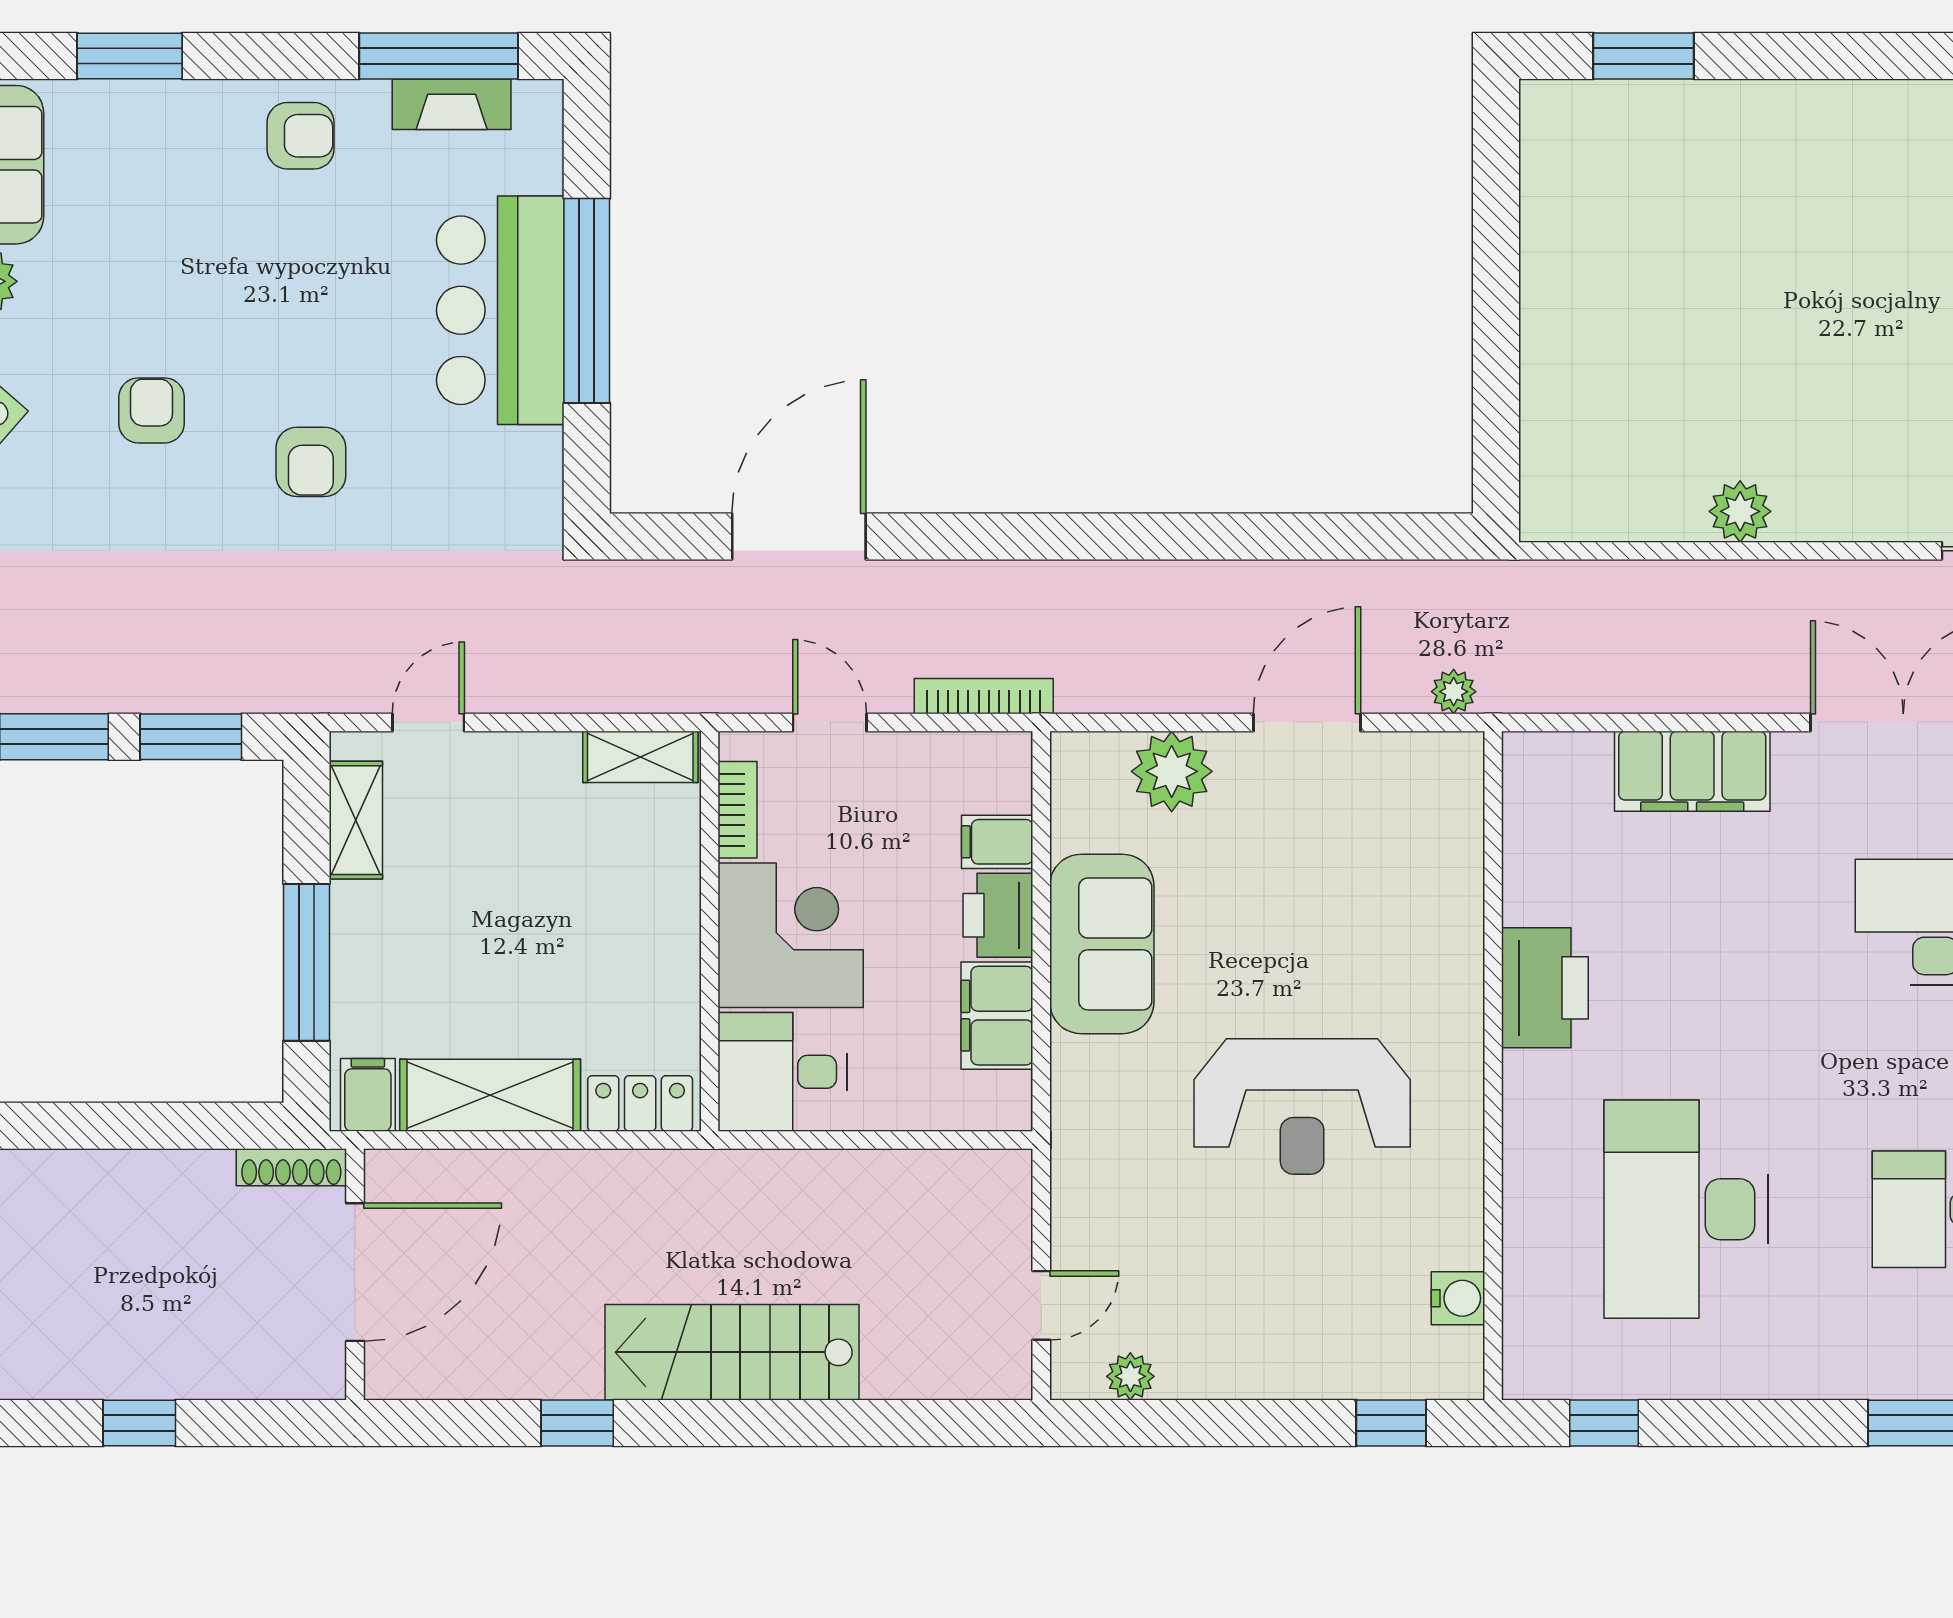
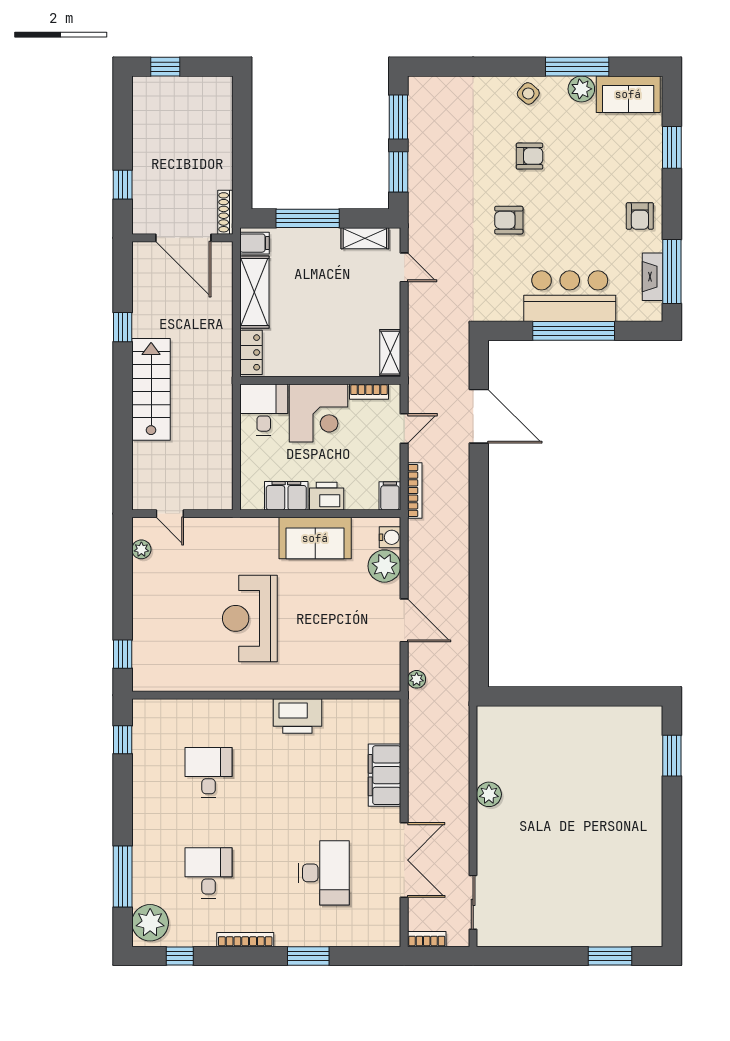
filing cabinet: (997, 842) -> (390, 496), moved
desk: (1686, 1209) -> (209, 773), width x0.53, depth x0.77
water cooler: (1458, 1298) -> (390, 537), moved, turned -90
window: (139, 1423) -> (123, 185), moved

